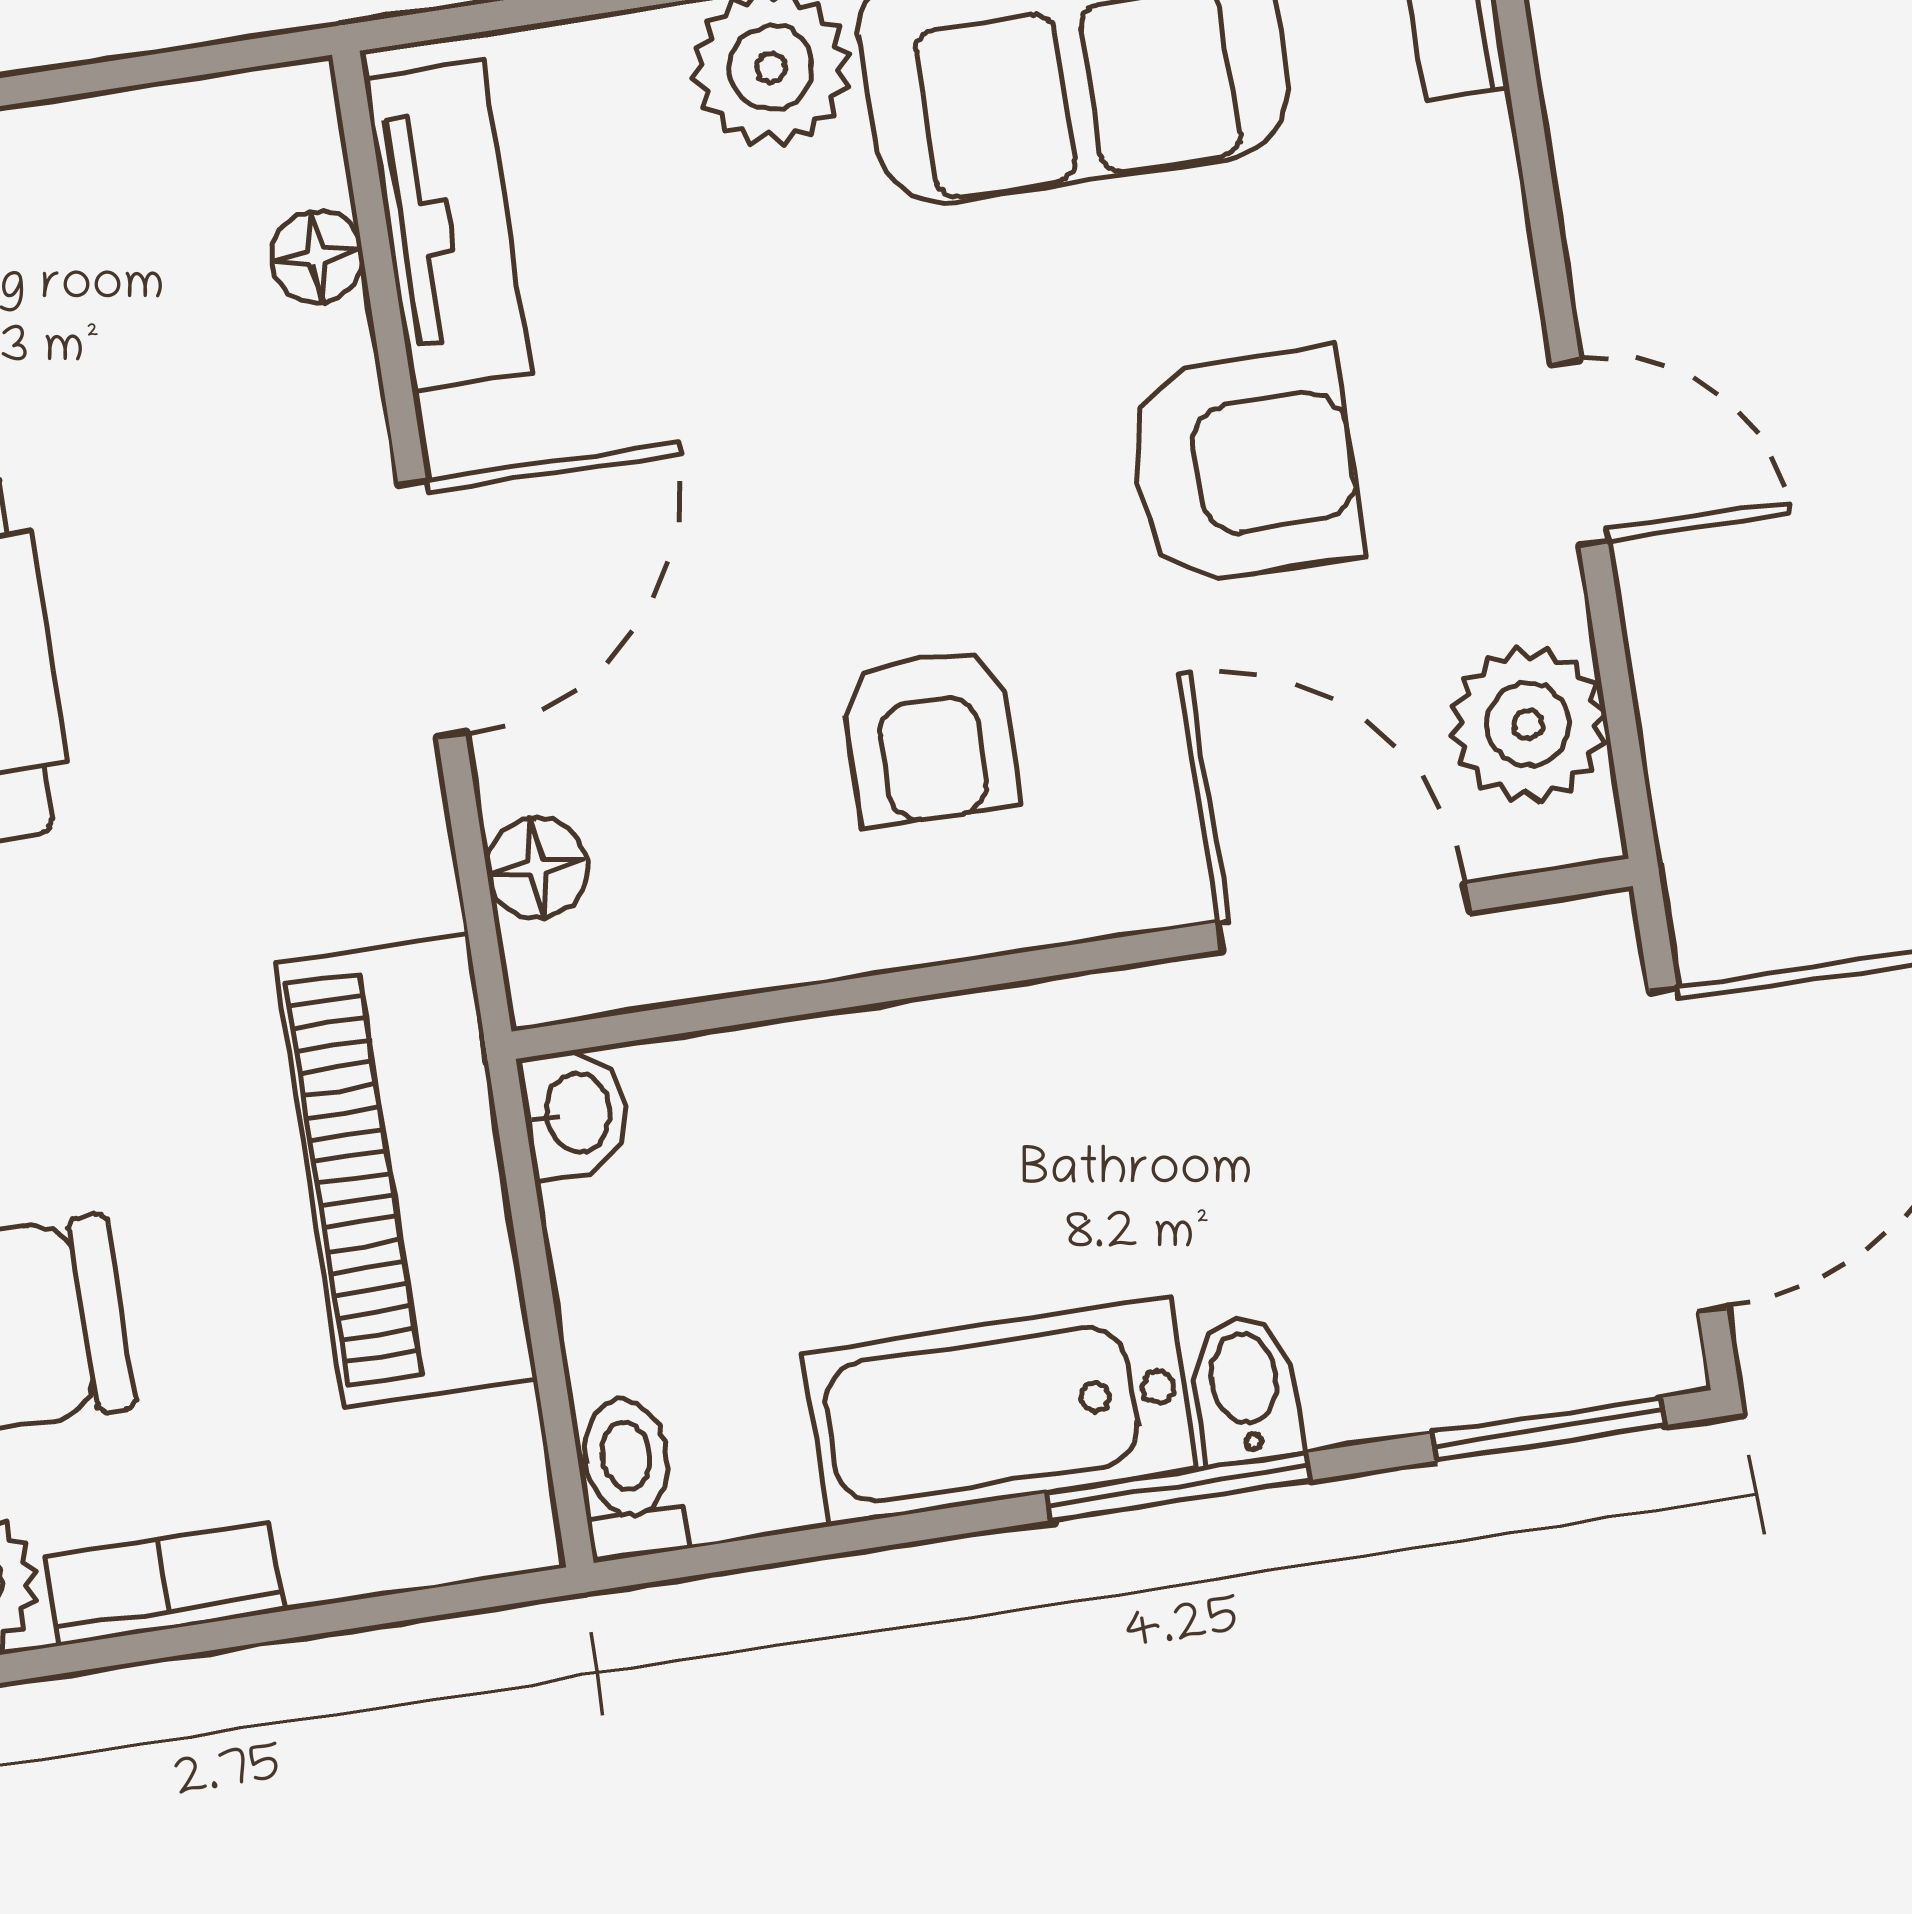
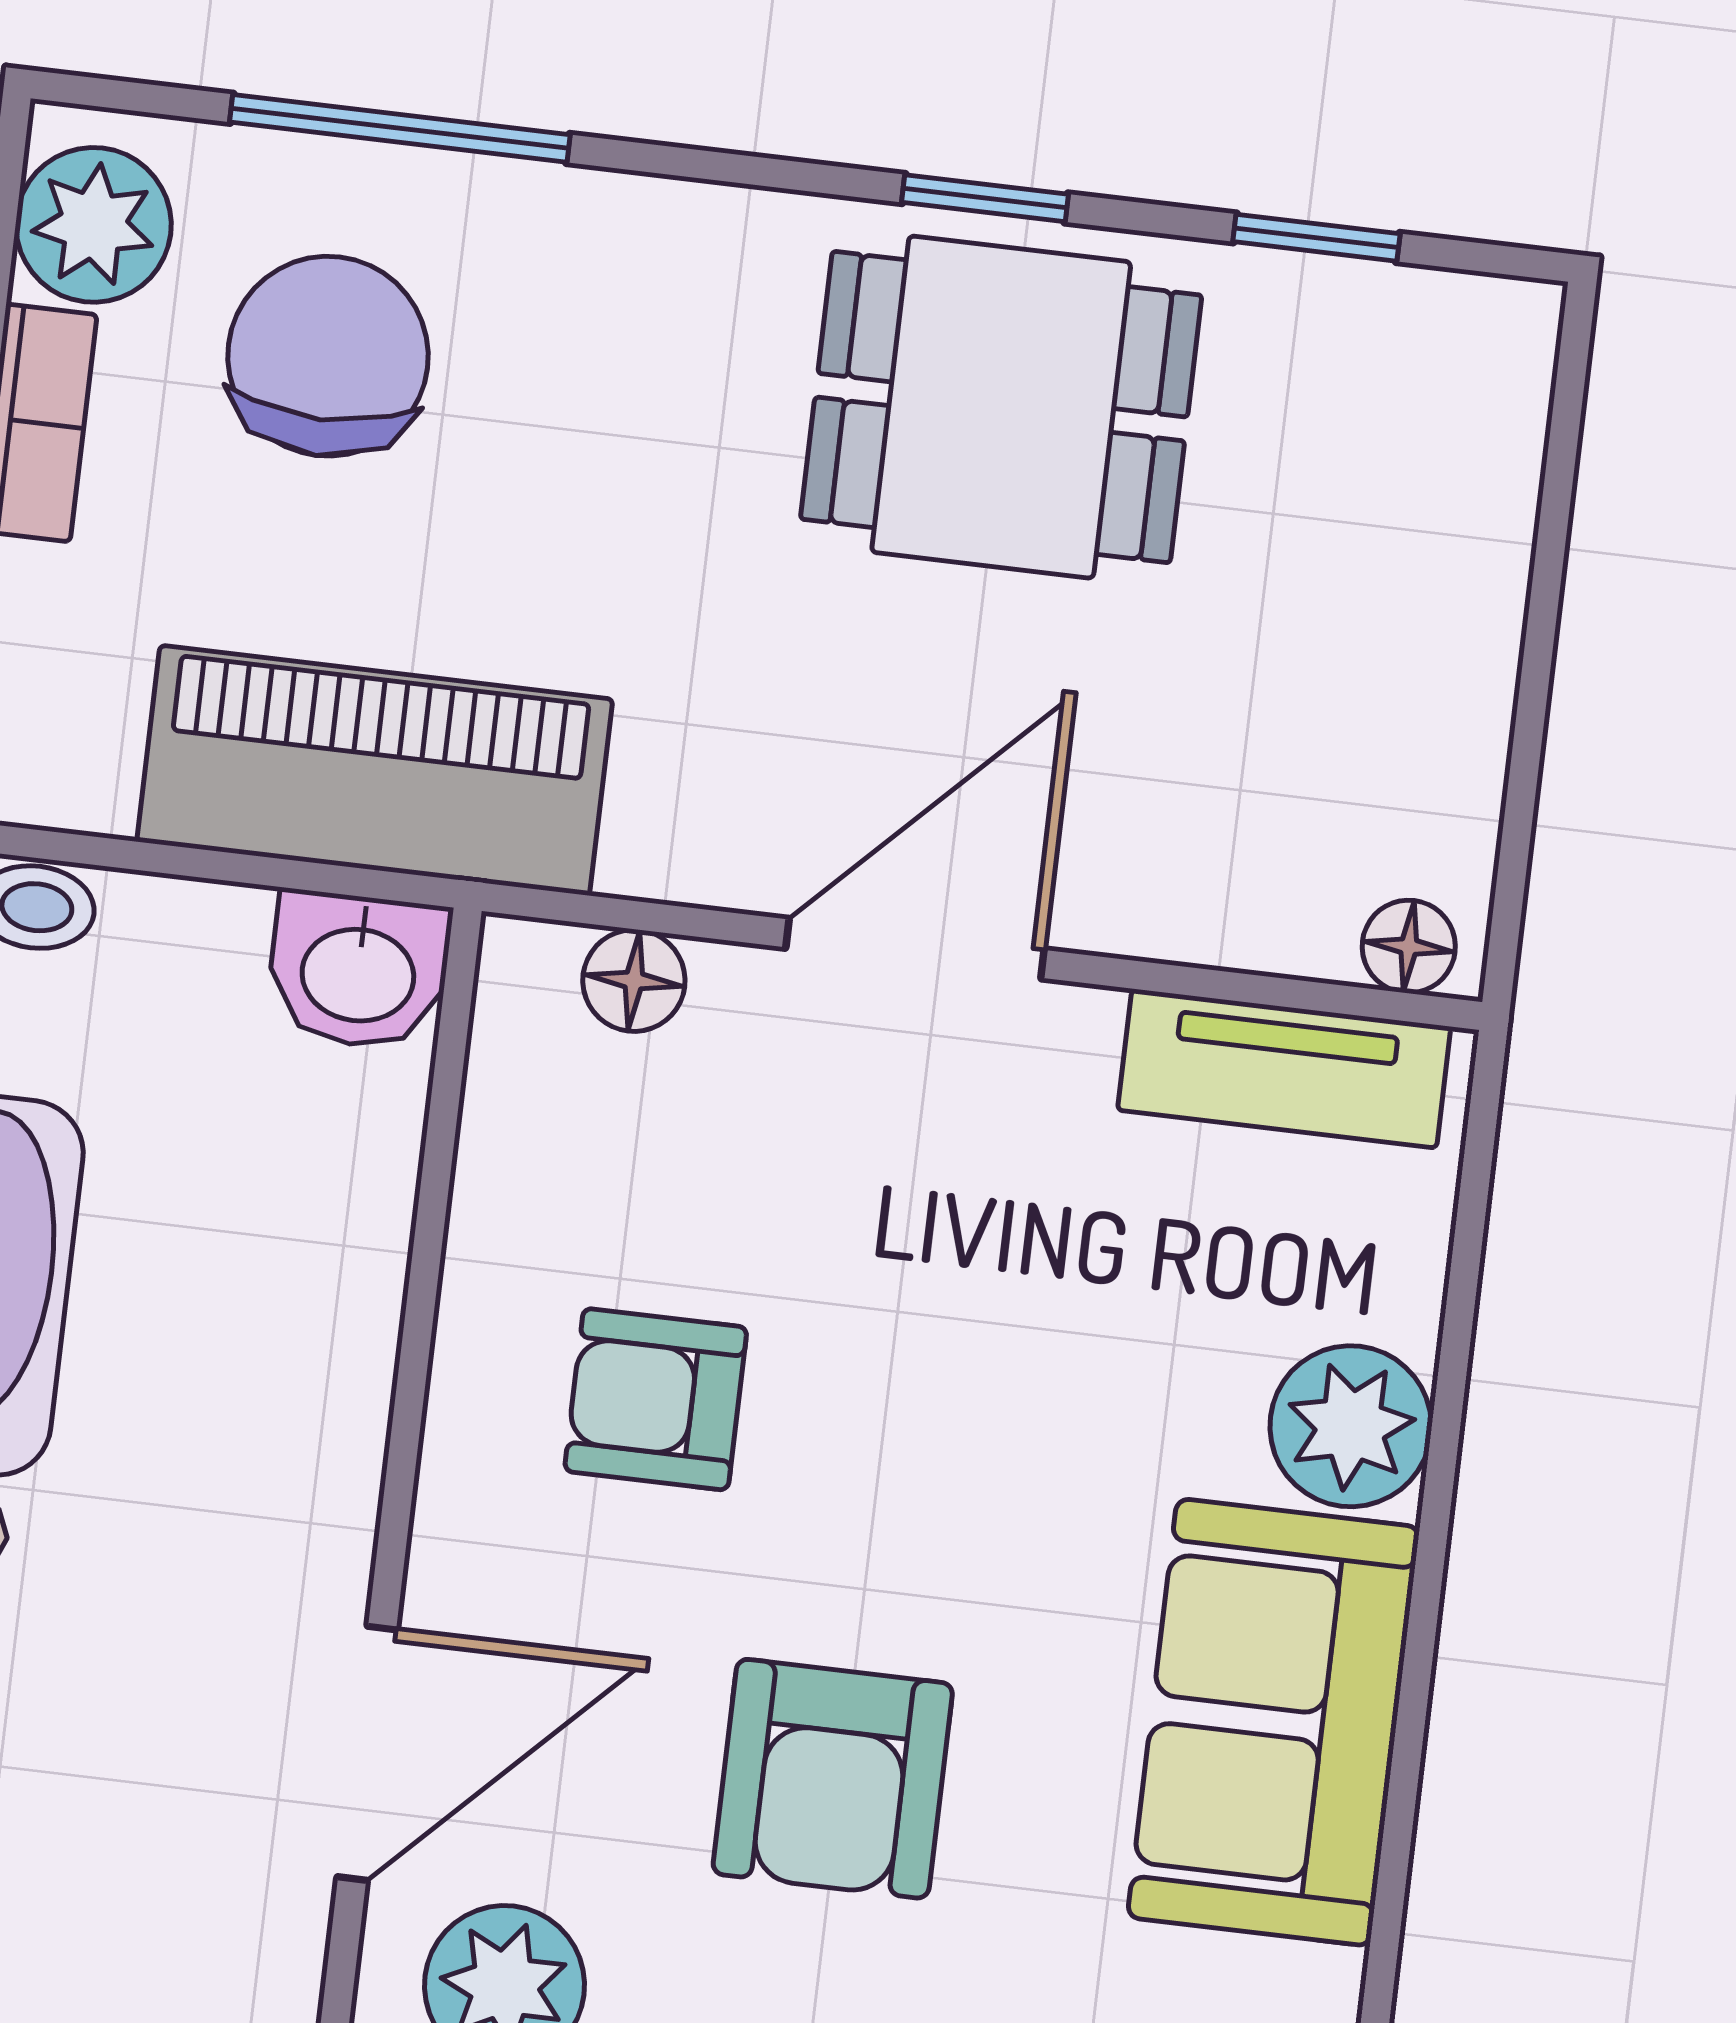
floor lamp: (317, 257) -> (1409, 947), moved
door: (432, 609) -> (915, 949), swing flipped
washbasin: (575, 1113) -> (358, 971), width x1.38, depth x1.45

